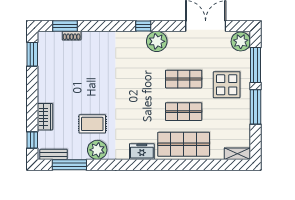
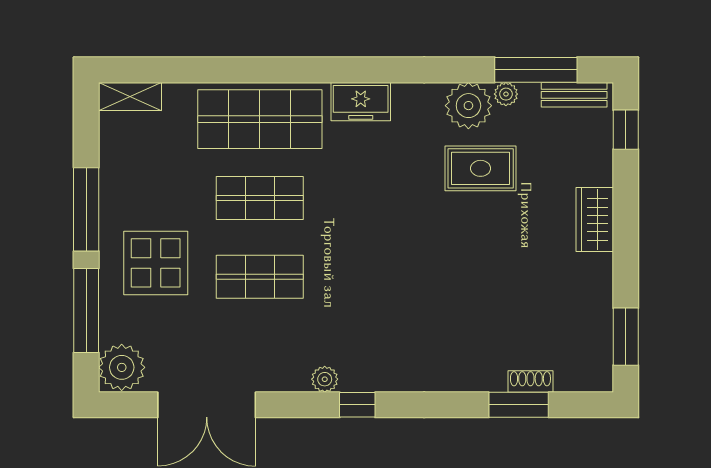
window: (65, 26) -> (519, 405), moved
plant: (157, 41) -> (325, 379), width x0.53, depth x0.53
wardrobe: (45, 117) -> (595, 220), moved
plant: (82, 155) -> (506, 94), added

